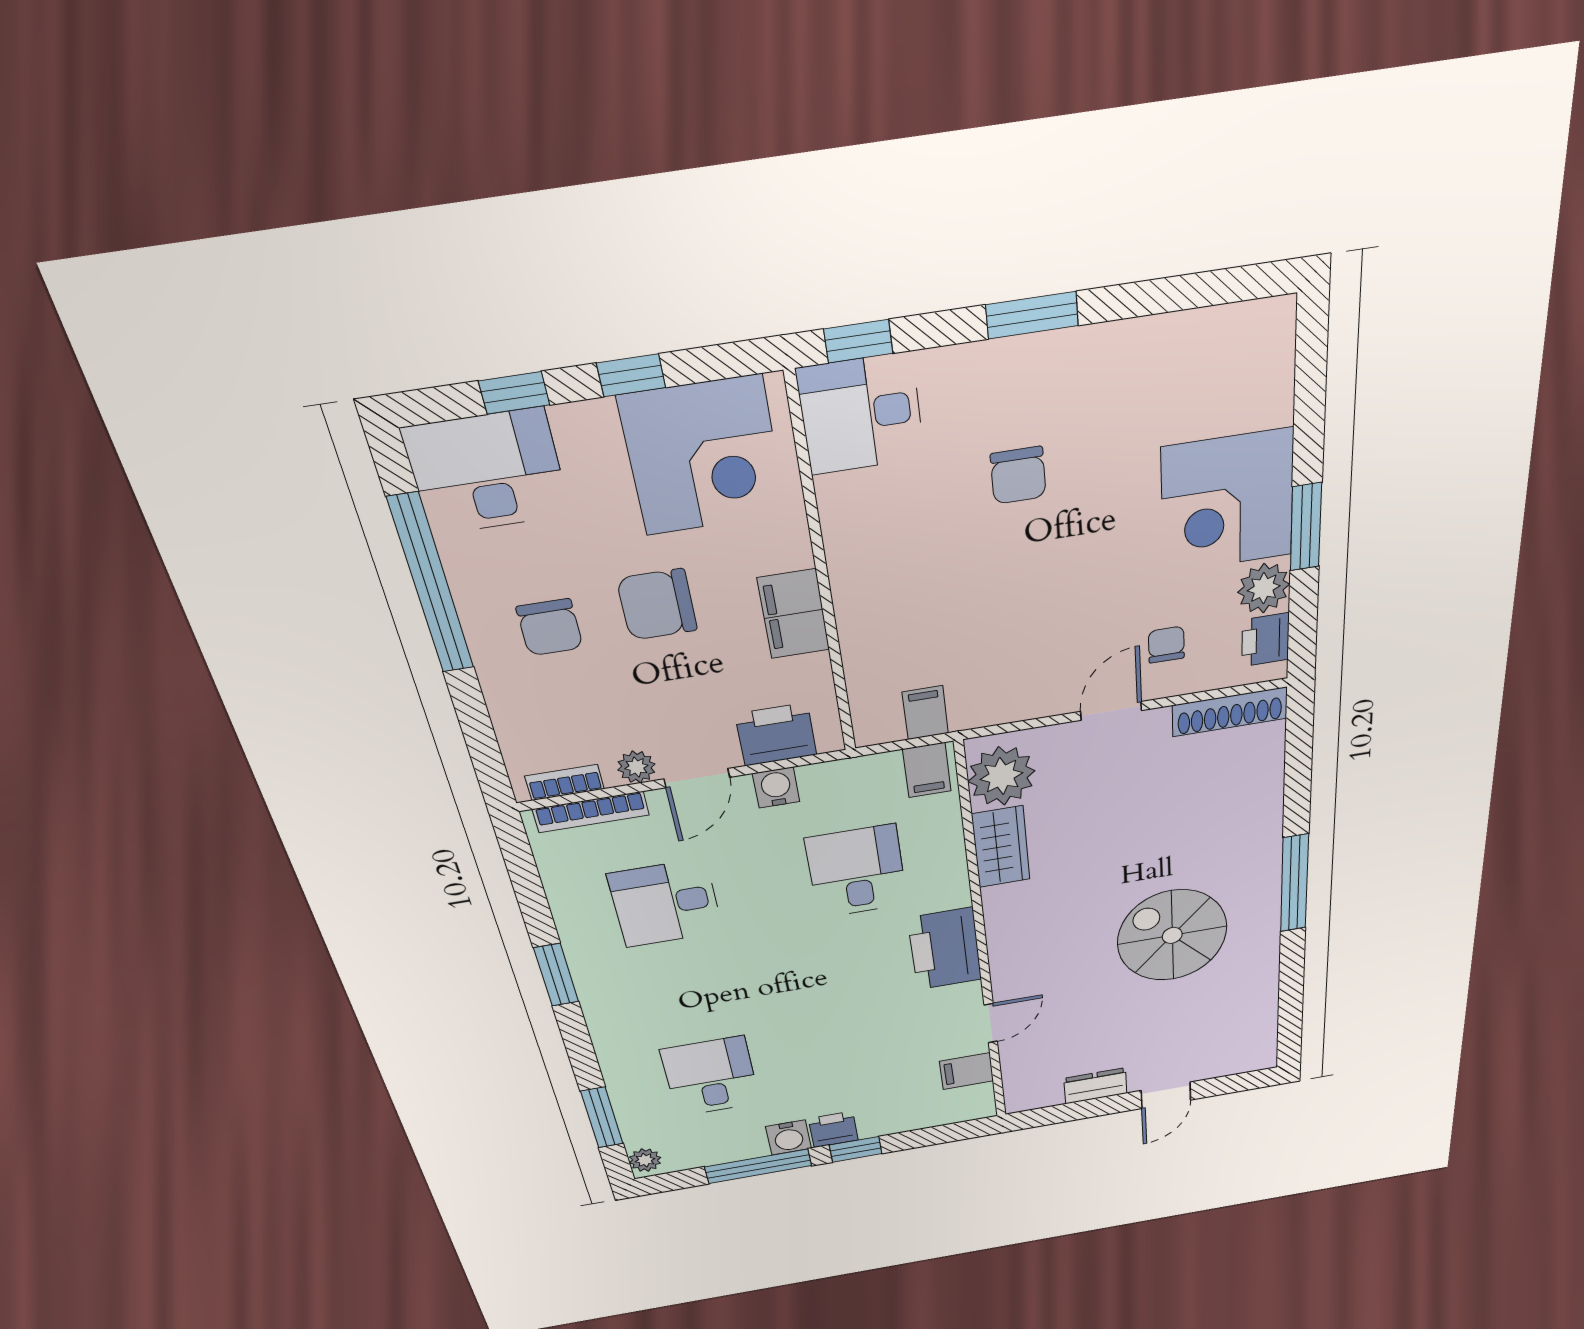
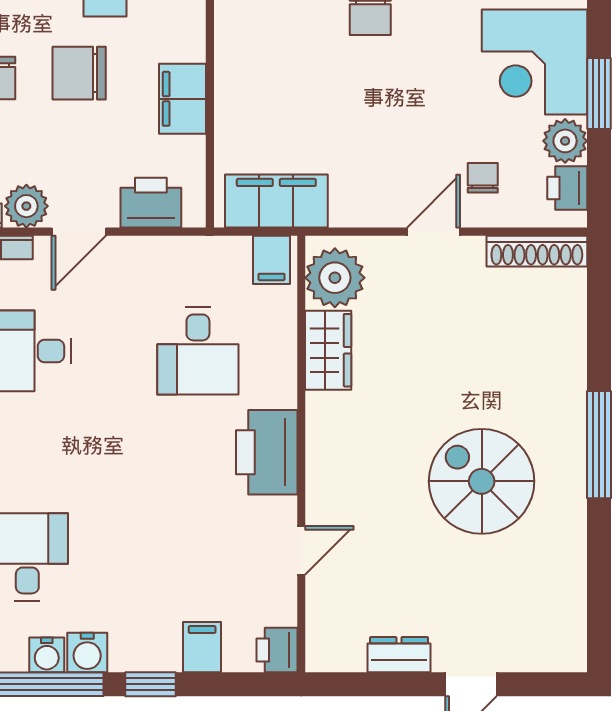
filing cabinet: (925, 713) -> (276, 201), width x3.00, depth x1.17
plant: (636, 767) -> (26, 206), width x1.38, depth x1.38
water cooler: (776, 788) -> (47, 655), moved, turned 180
desk: (857, 872) -> (198, 351), turned 180
filing cabinet: (967, 1071) -> (202, 647), moved, turned 90
printer: (833, 1129) -> (277, 650), moved, turned -90

